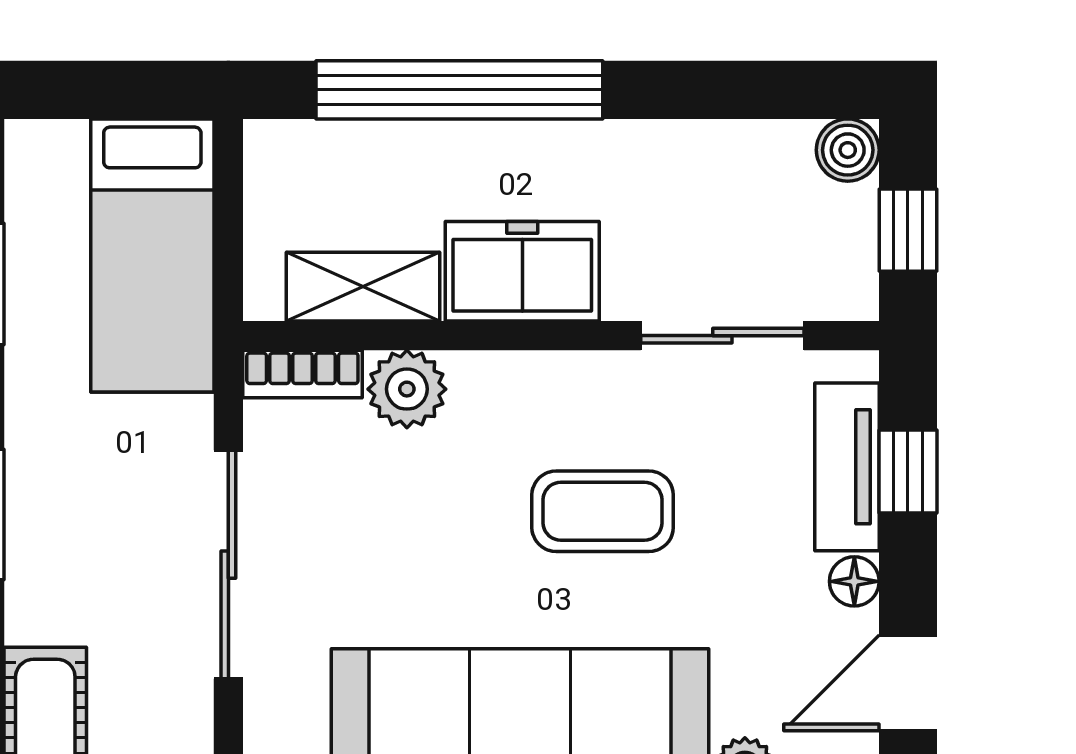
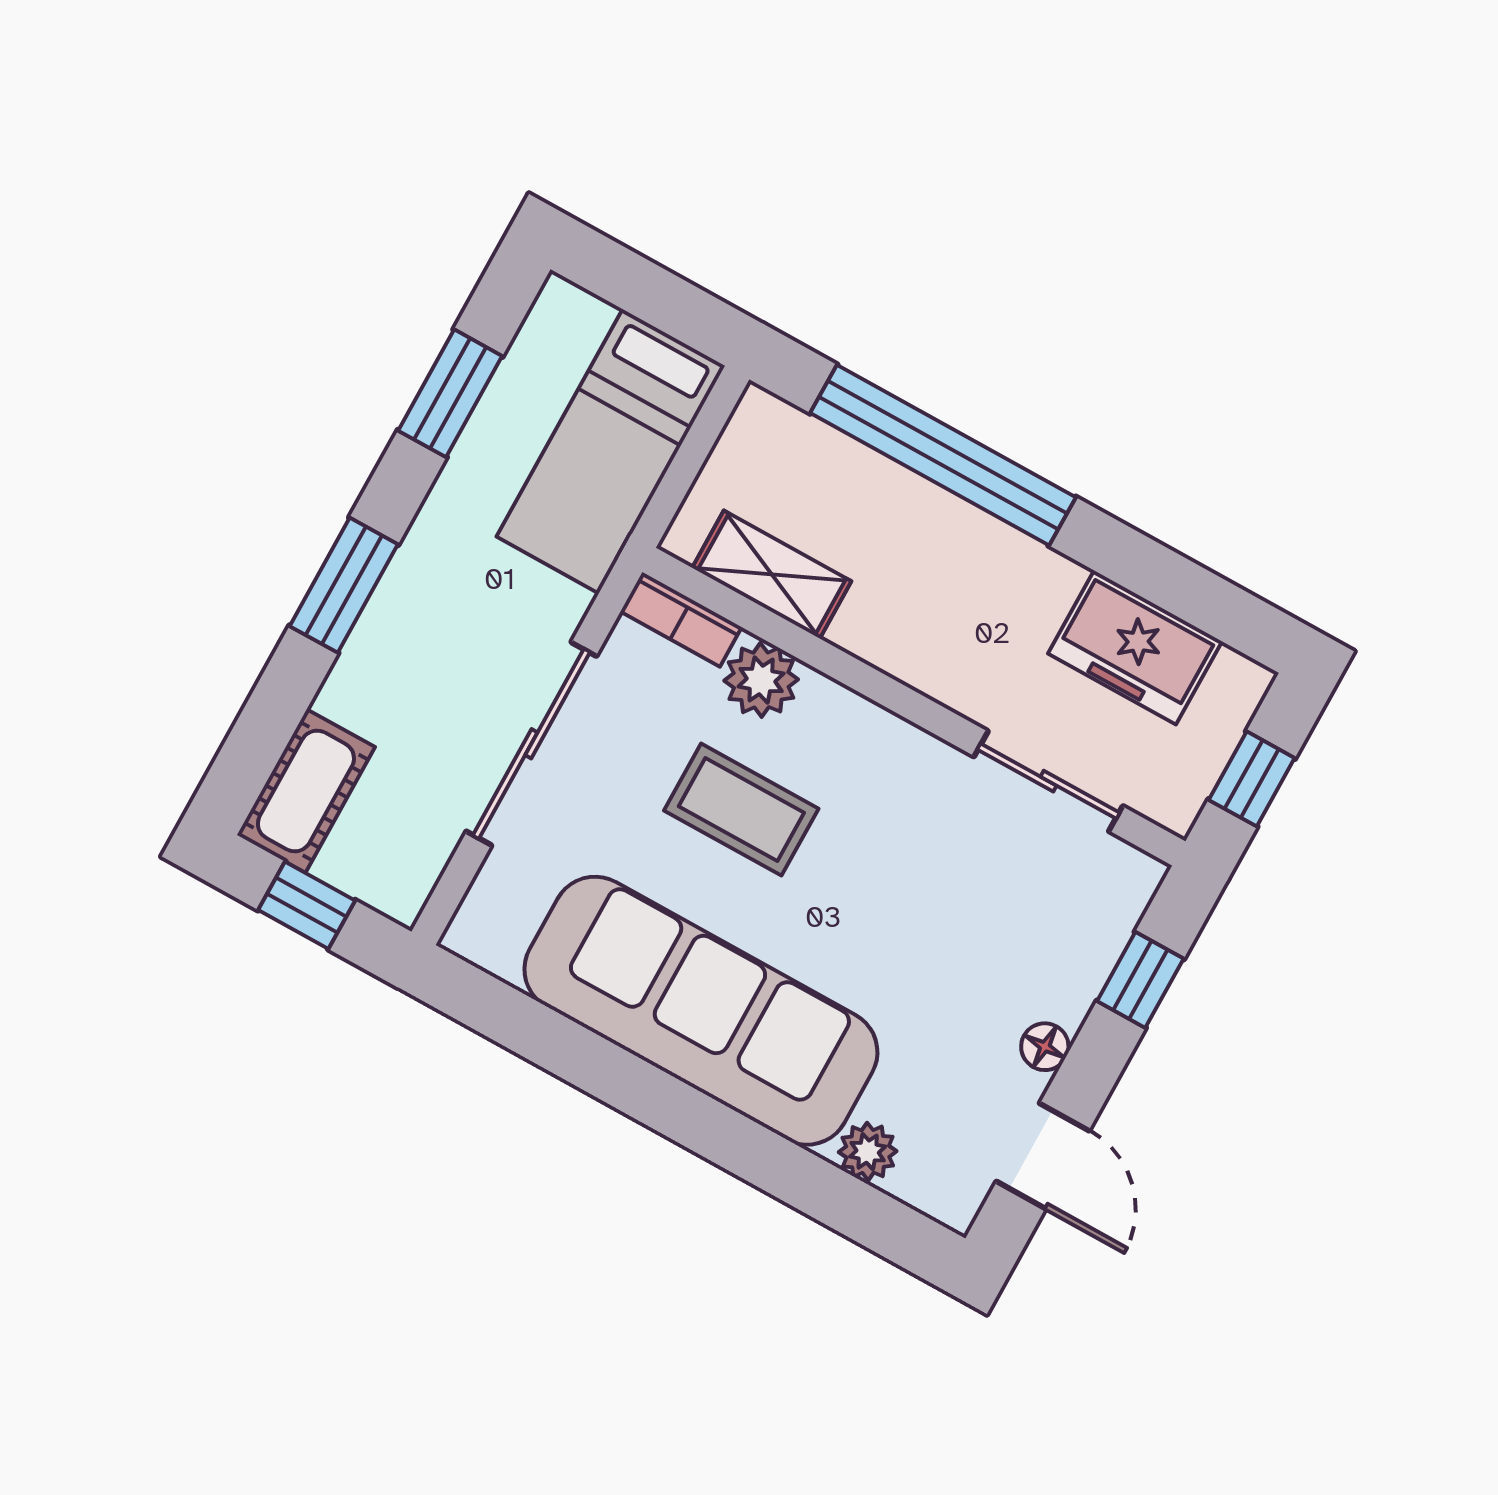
boiler: (848, 150) -> (1238, 684), removed
freezer: (522, 271) -> (1135, 647), moved, turned 180
tv unit: (847, 467) -> (1092, 948), removed
coffee table: (603, 511) -> (741, 810), moved
door: (908, 683) -> (1043, 1156), swing flipped

